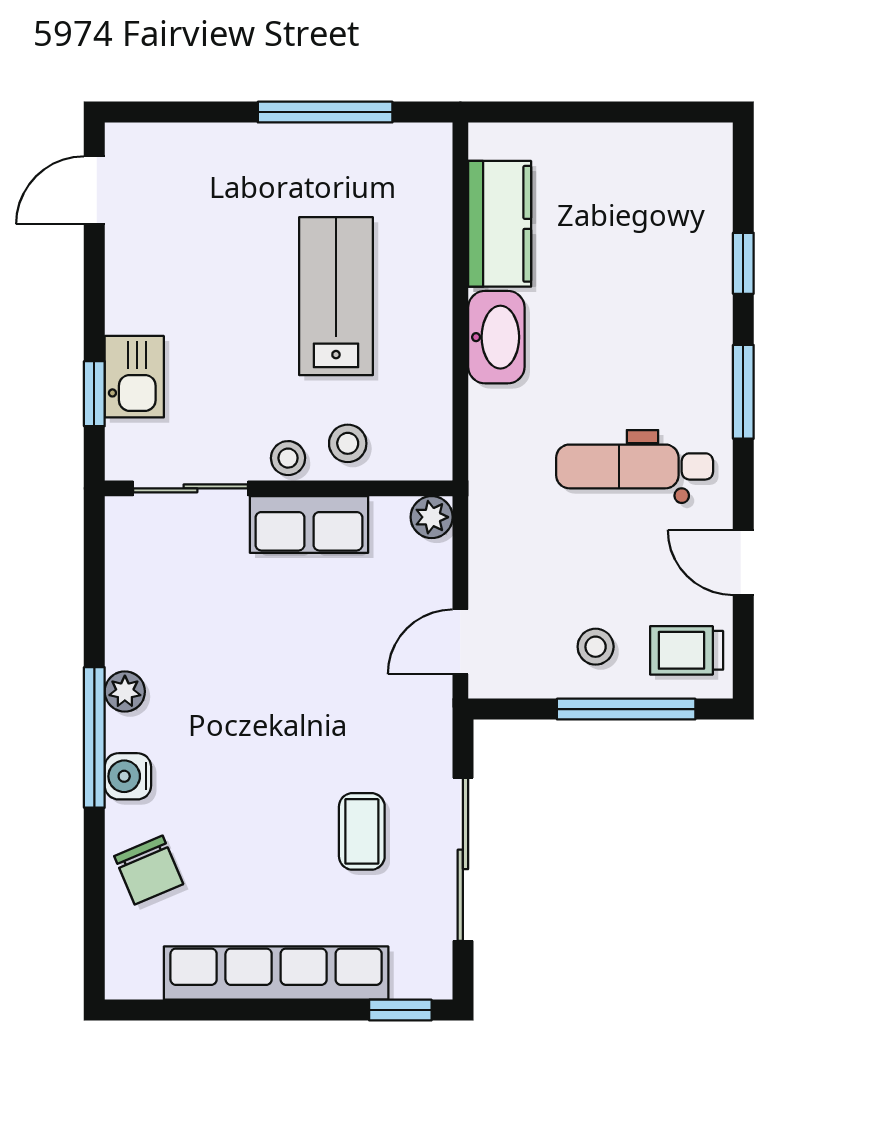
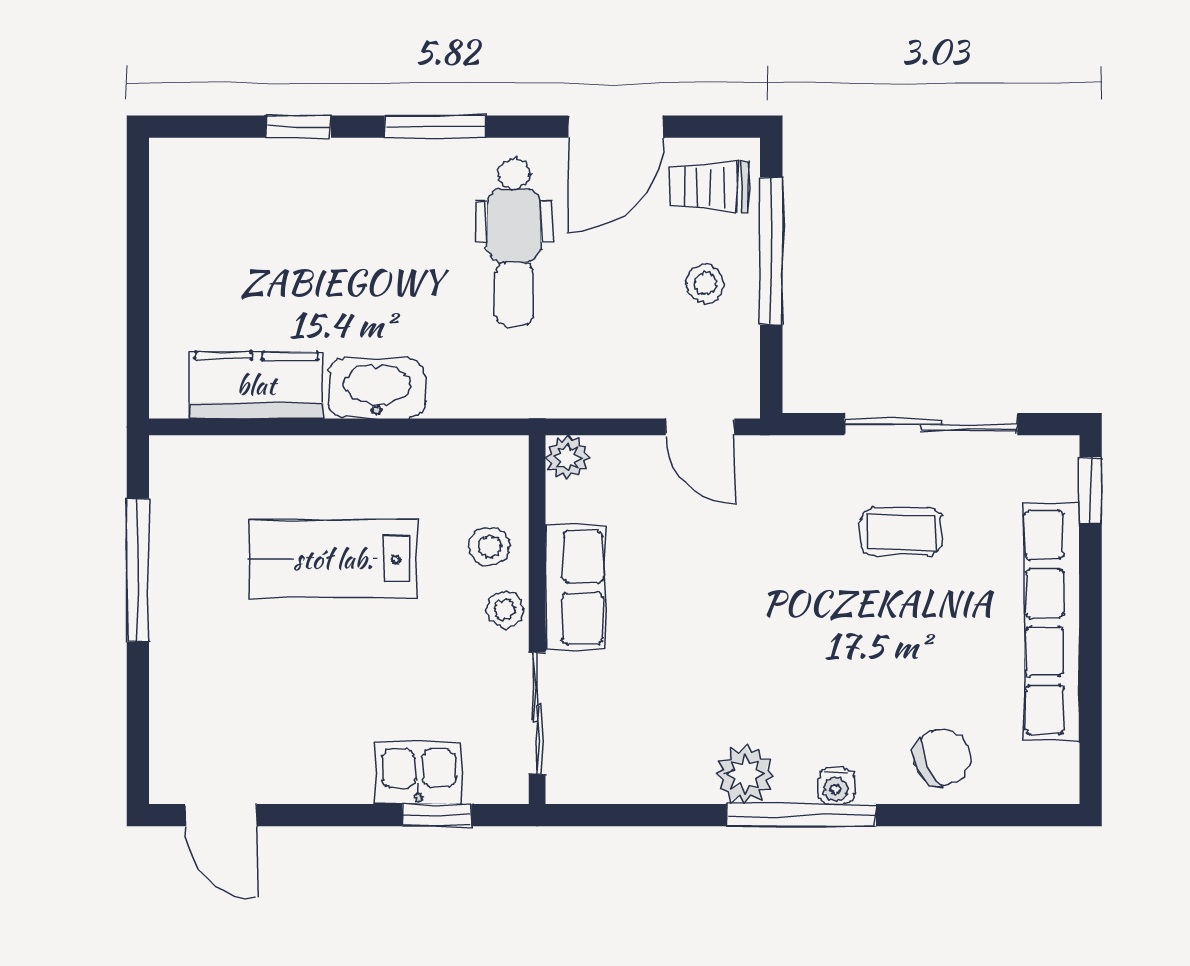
door: (743, 562) -> (616, 127), width x1.38
trolley: (687, 650) -> (709, 187), turned 90
plant: (125, 691) -> (745, 775), width x1.38, depth x1.38
water cooler: (128, 776) -> (836, 786), width x0.72, depth x0.72

